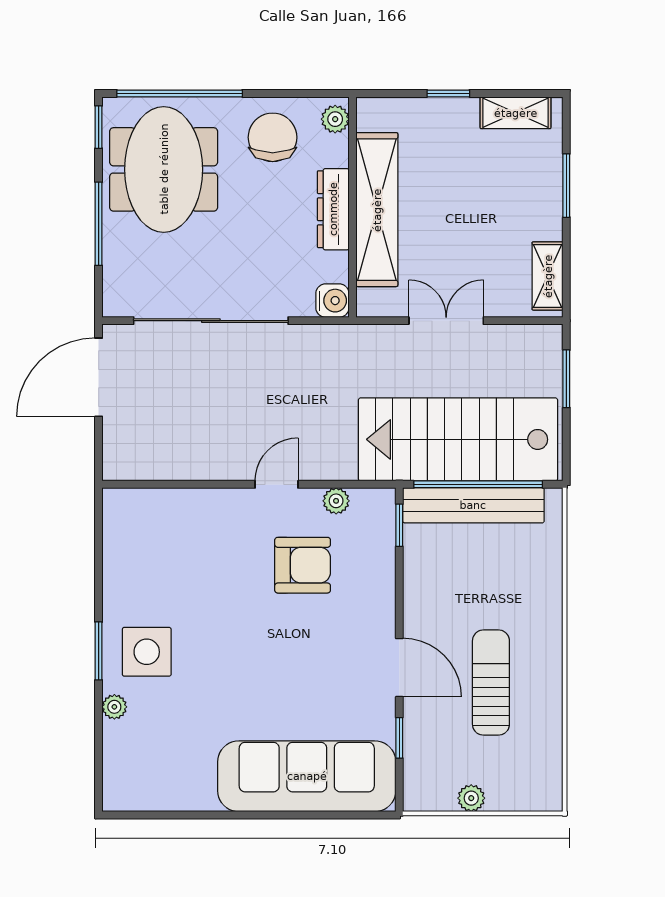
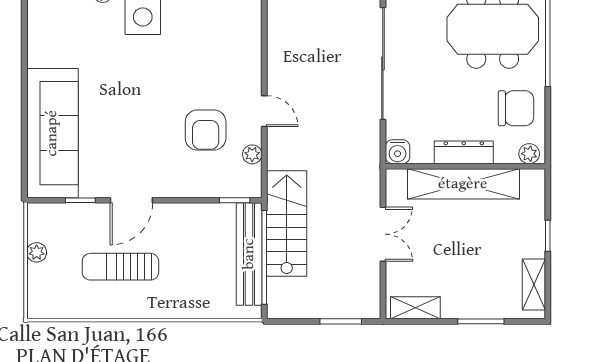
stairs: (458, 439) -> (287, 224), width x0.73, depth x0.66
sun lounger: (491, 683) -> (120, 267), turned 180

